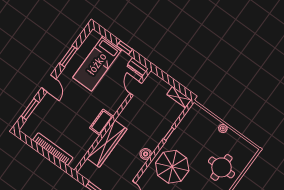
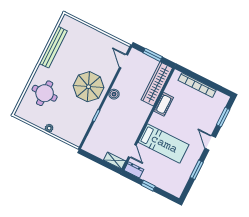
bed: (97, 64) -> (164, 144), moved, turned 90
shelving: (179, 97) -> (115, 160), moved
cot: (102, 122) -> (164, 104), moved
wardrobe: (107, 144) -> (157, 84), moved

